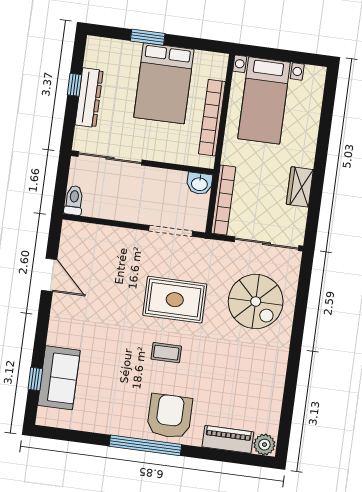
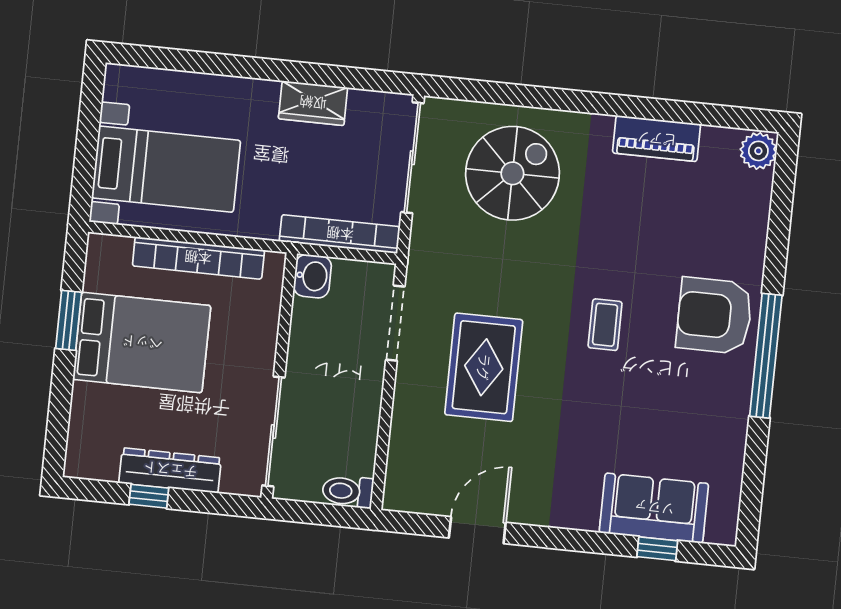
window: (148, 37) -> (69, 320), moved
rug: (175, 300) -> (484, 367), moved
piano: (228, 439) -> (656, 139), moved, turned -90

